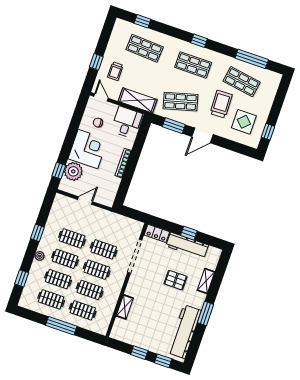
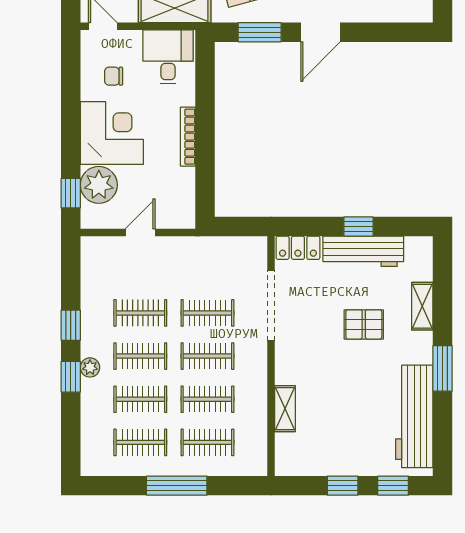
window: (22, 278) -> (71, 377), moved

